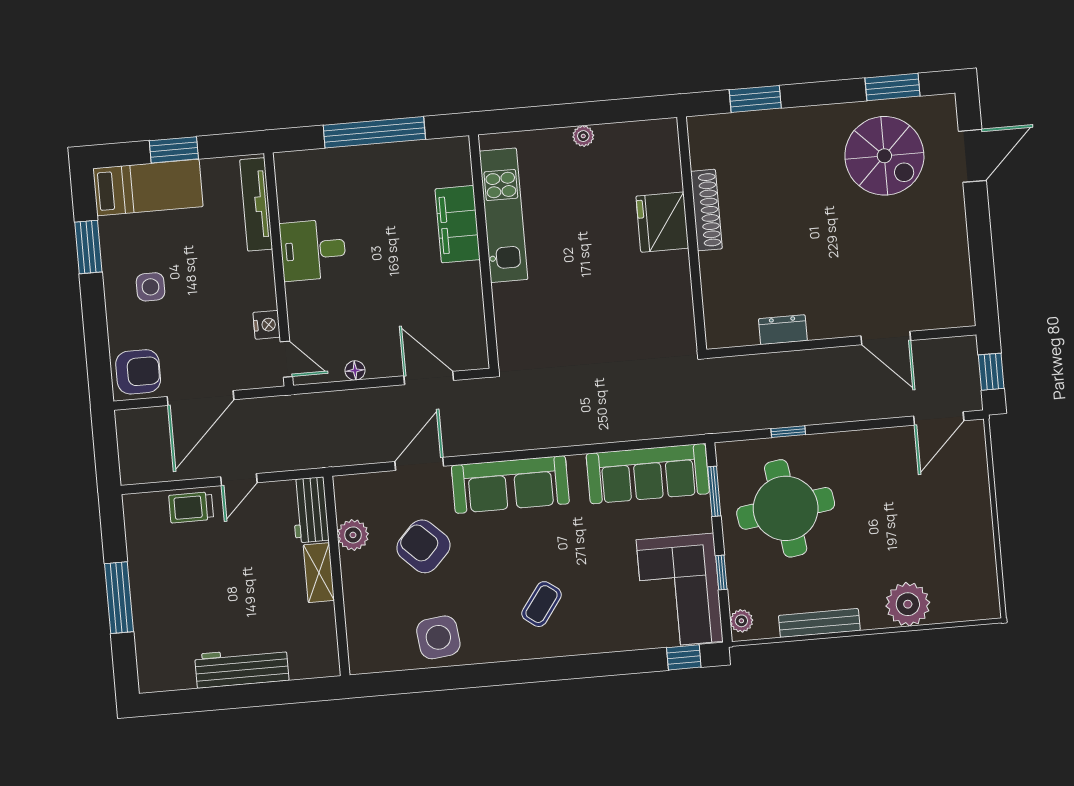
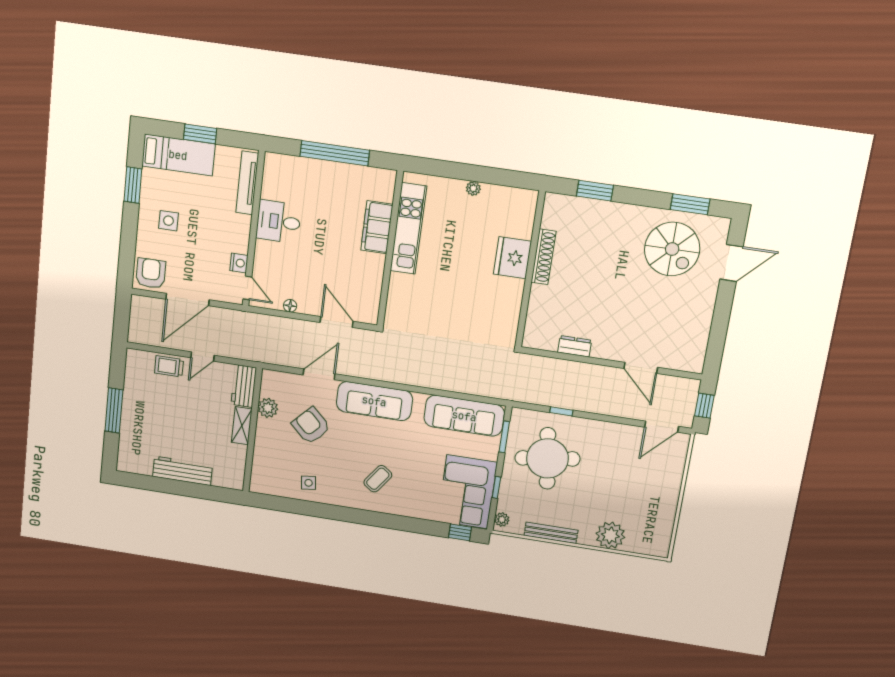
armchair: (138, 372) -> (151, 273), turned -90
side table: (438, 637) -> (309, 483), width x0.54, depth x0.54

